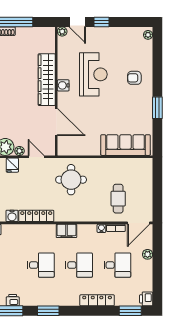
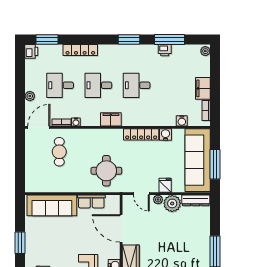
row of seats: (86, 149) -> (91, 201), added

